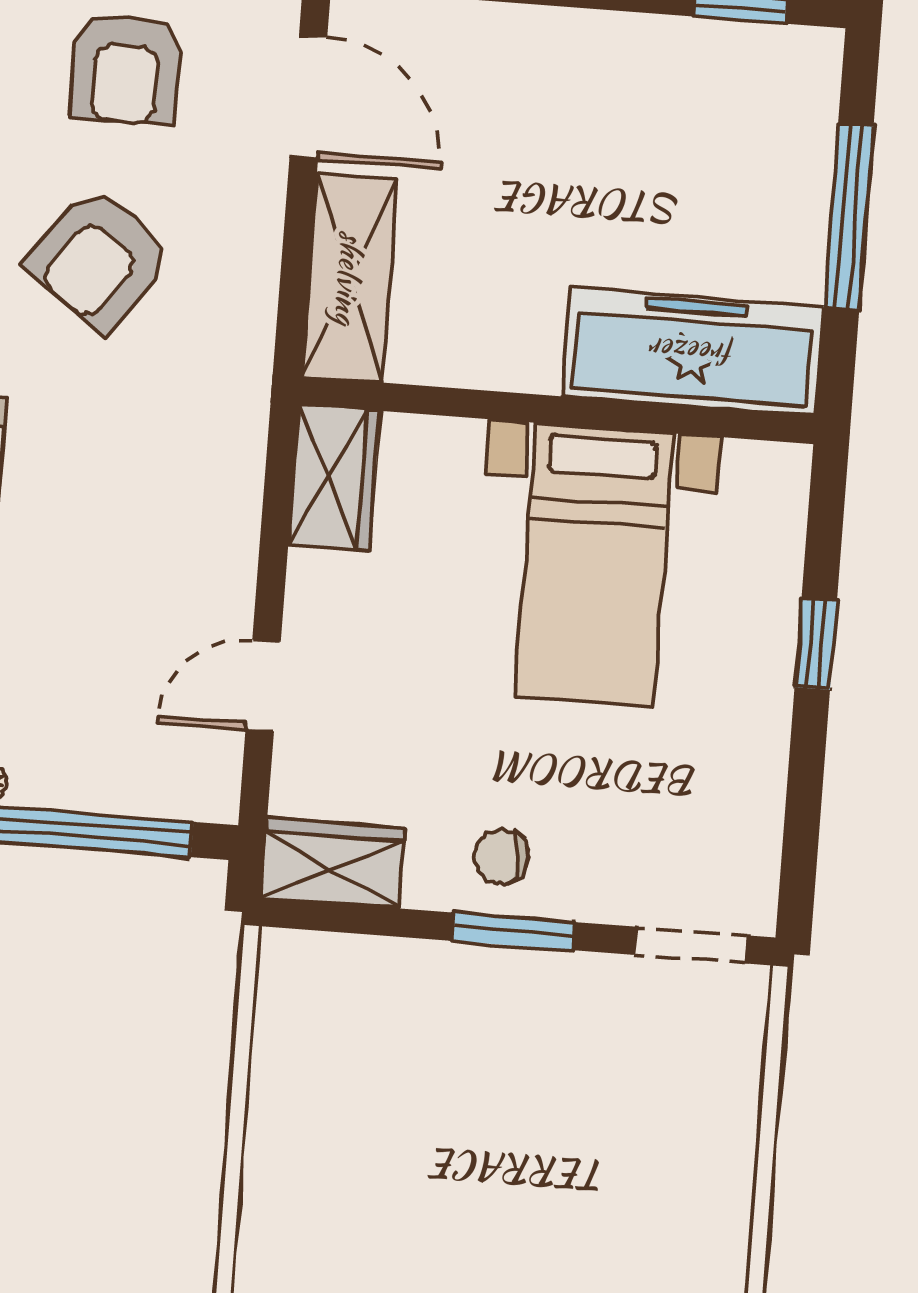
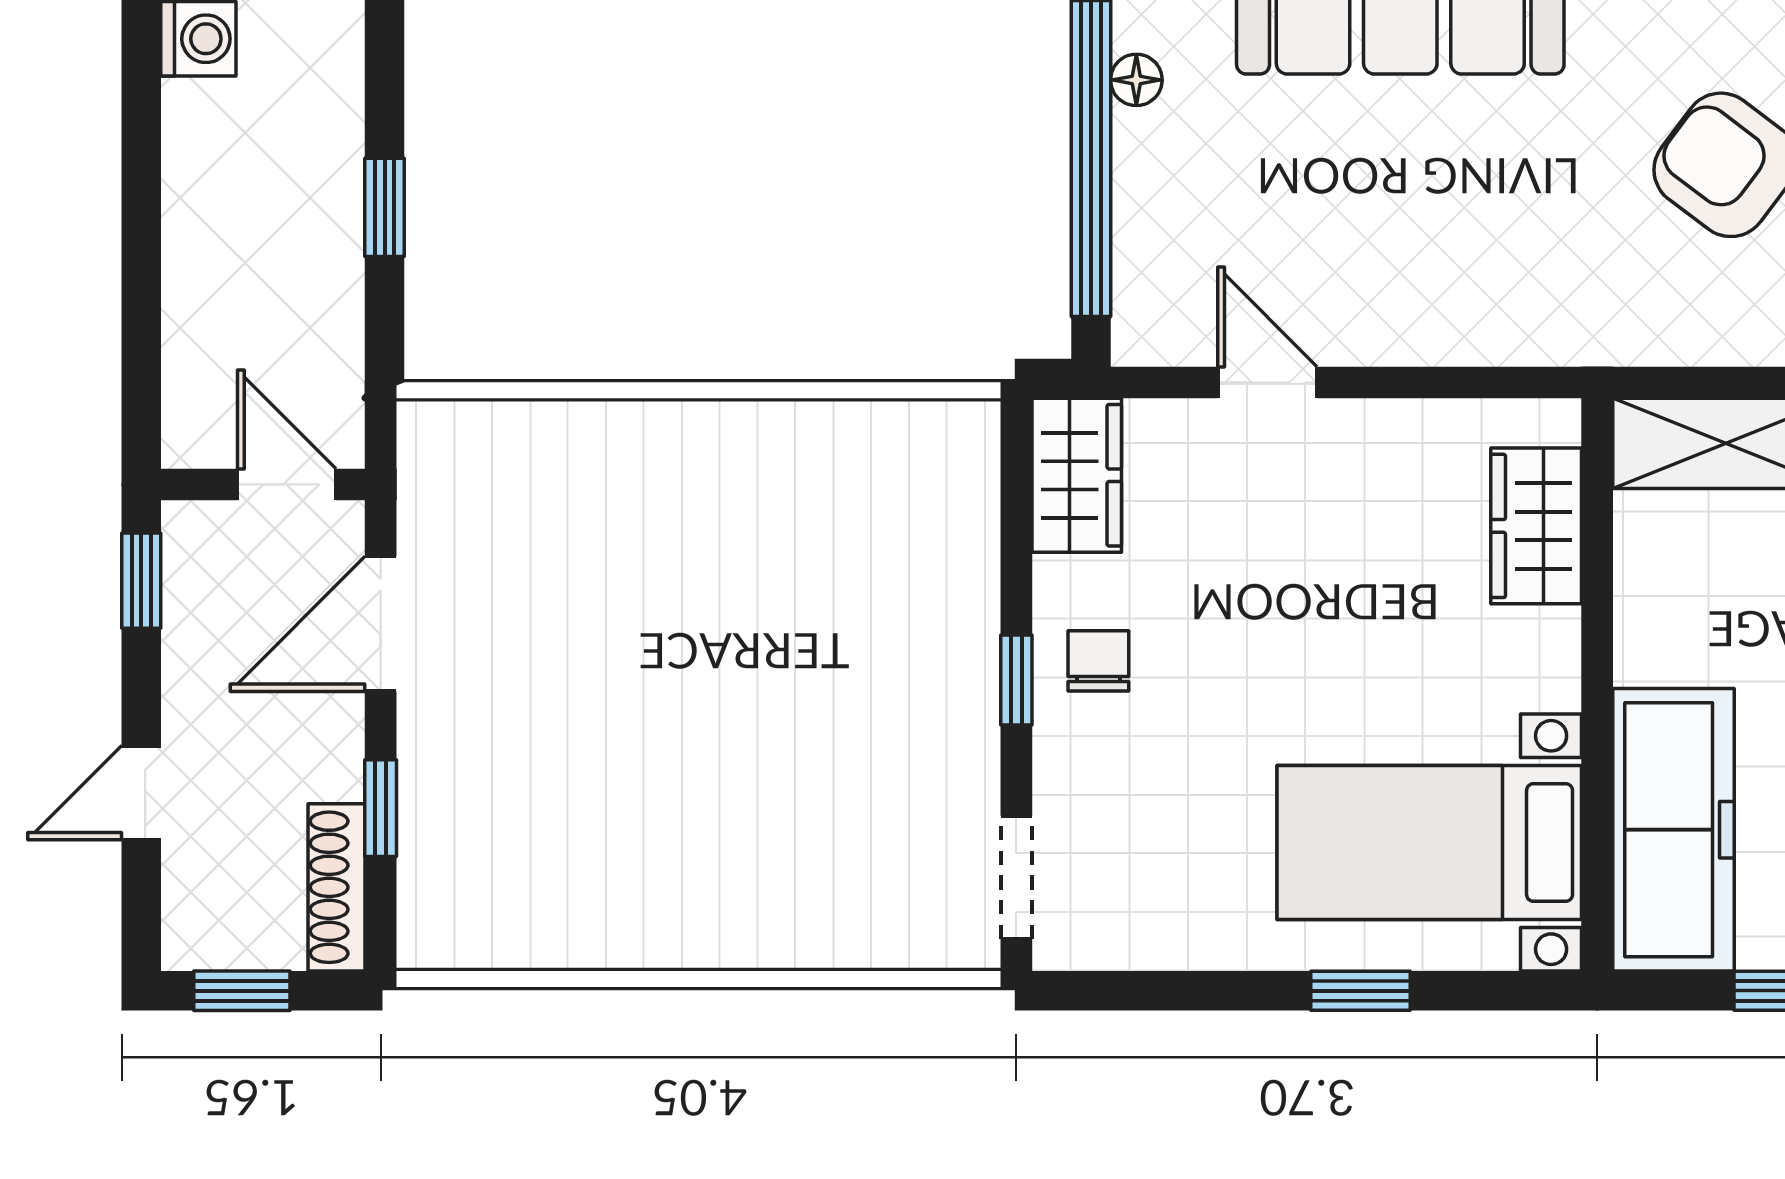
wardrobe: (334, 478) -> (1536, 526), moved, turned 90
bed with nightstands: (594, 565) -> (1429, 842), moved
window: (513, 931) -> (1016, 680), width x0.67

